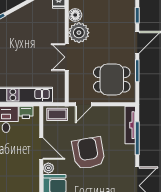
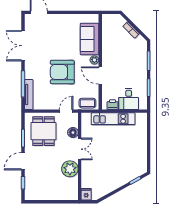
floor lamp: (75, 15) -> (73, 133), moved
dining table: (112, 79) -> (43, 131), turned 90
armchair: (88, 153) -> (62, 72), turned 100

